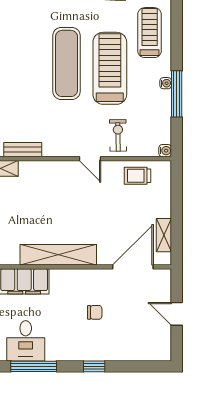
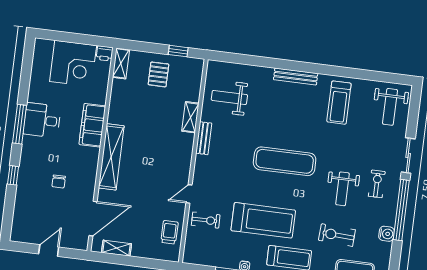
exercise mat: (67, 63) -> (285, 161), moved
water cooler: (165, 151) -> (188, 258), removed
door: (133, 267) -> (93, 219), hinge flipped

